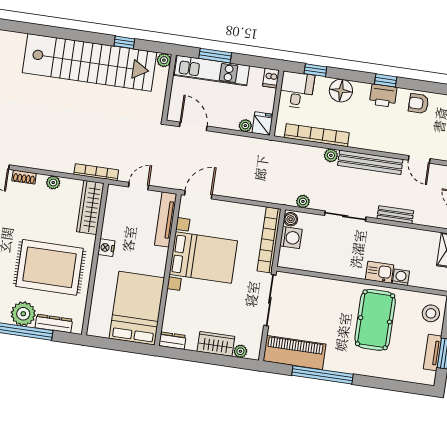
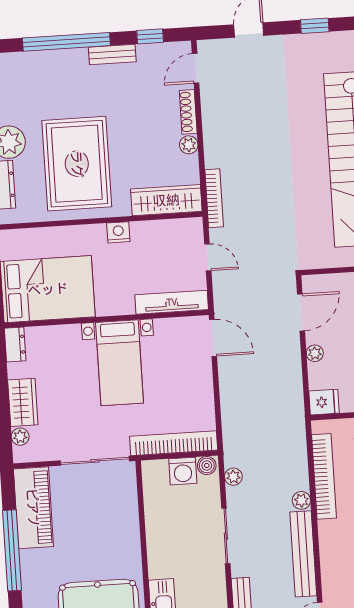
plant: (245, 126) -> (315, 353), moved
shoe rack: (24, 177) -> (188, 112), width x1.43
bed with nightstands: (203, 258) -> (120, 363), width x0.73

